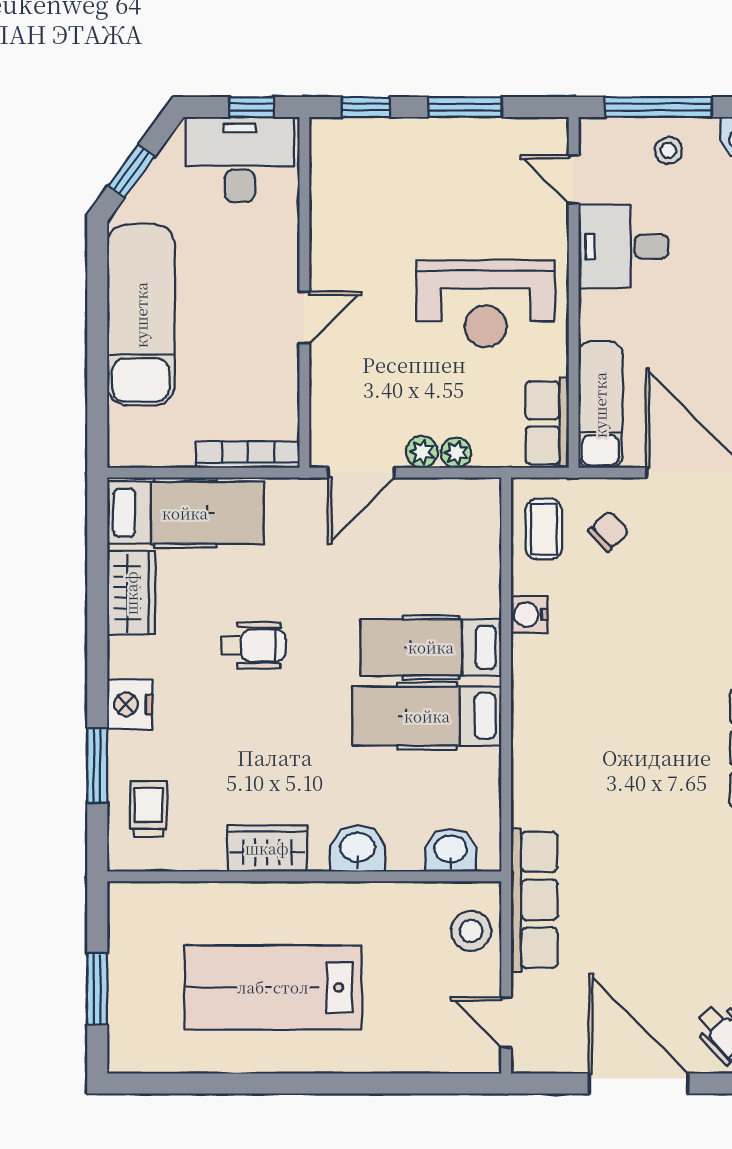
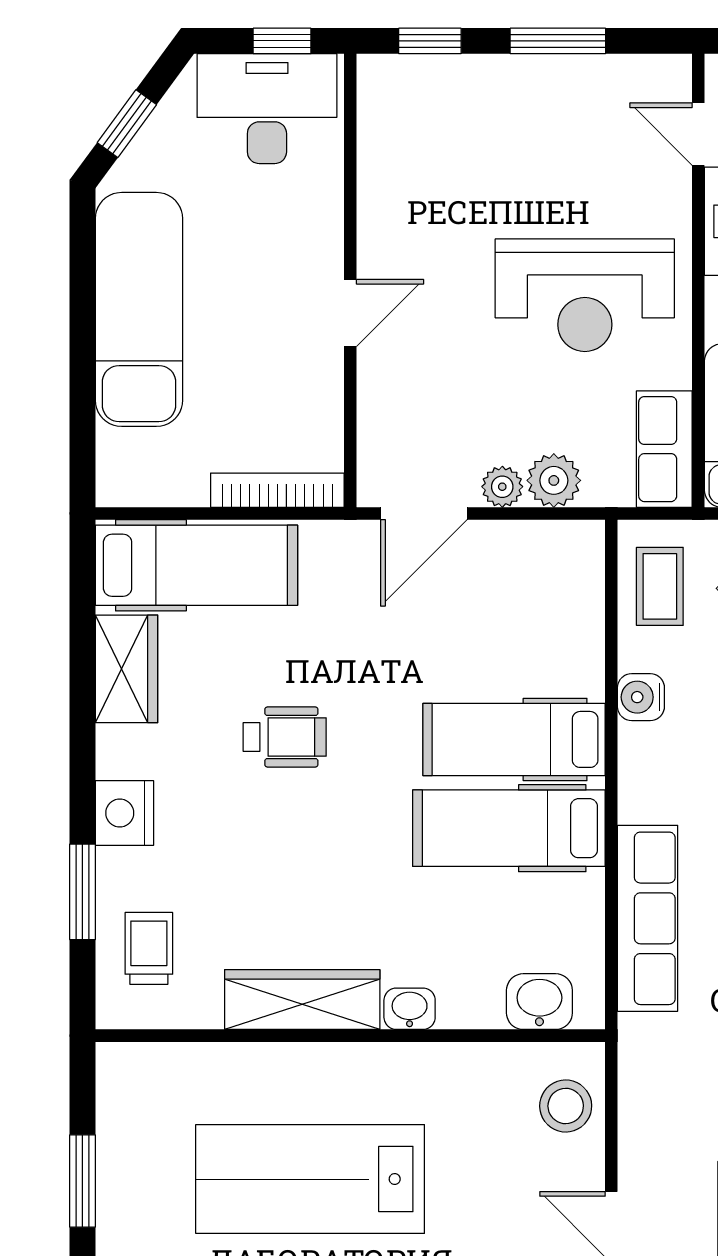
plant: (456, 453) -> (554, 480), width x1.38, depth x1.38
wardrobe: (267, 848) -> (302, 999), width x1.50
washbasin: (358, 848) -> (410, 1009), width x0.72, depth x0.69
row of seats: (534, 900) -> (648, 918), moved

